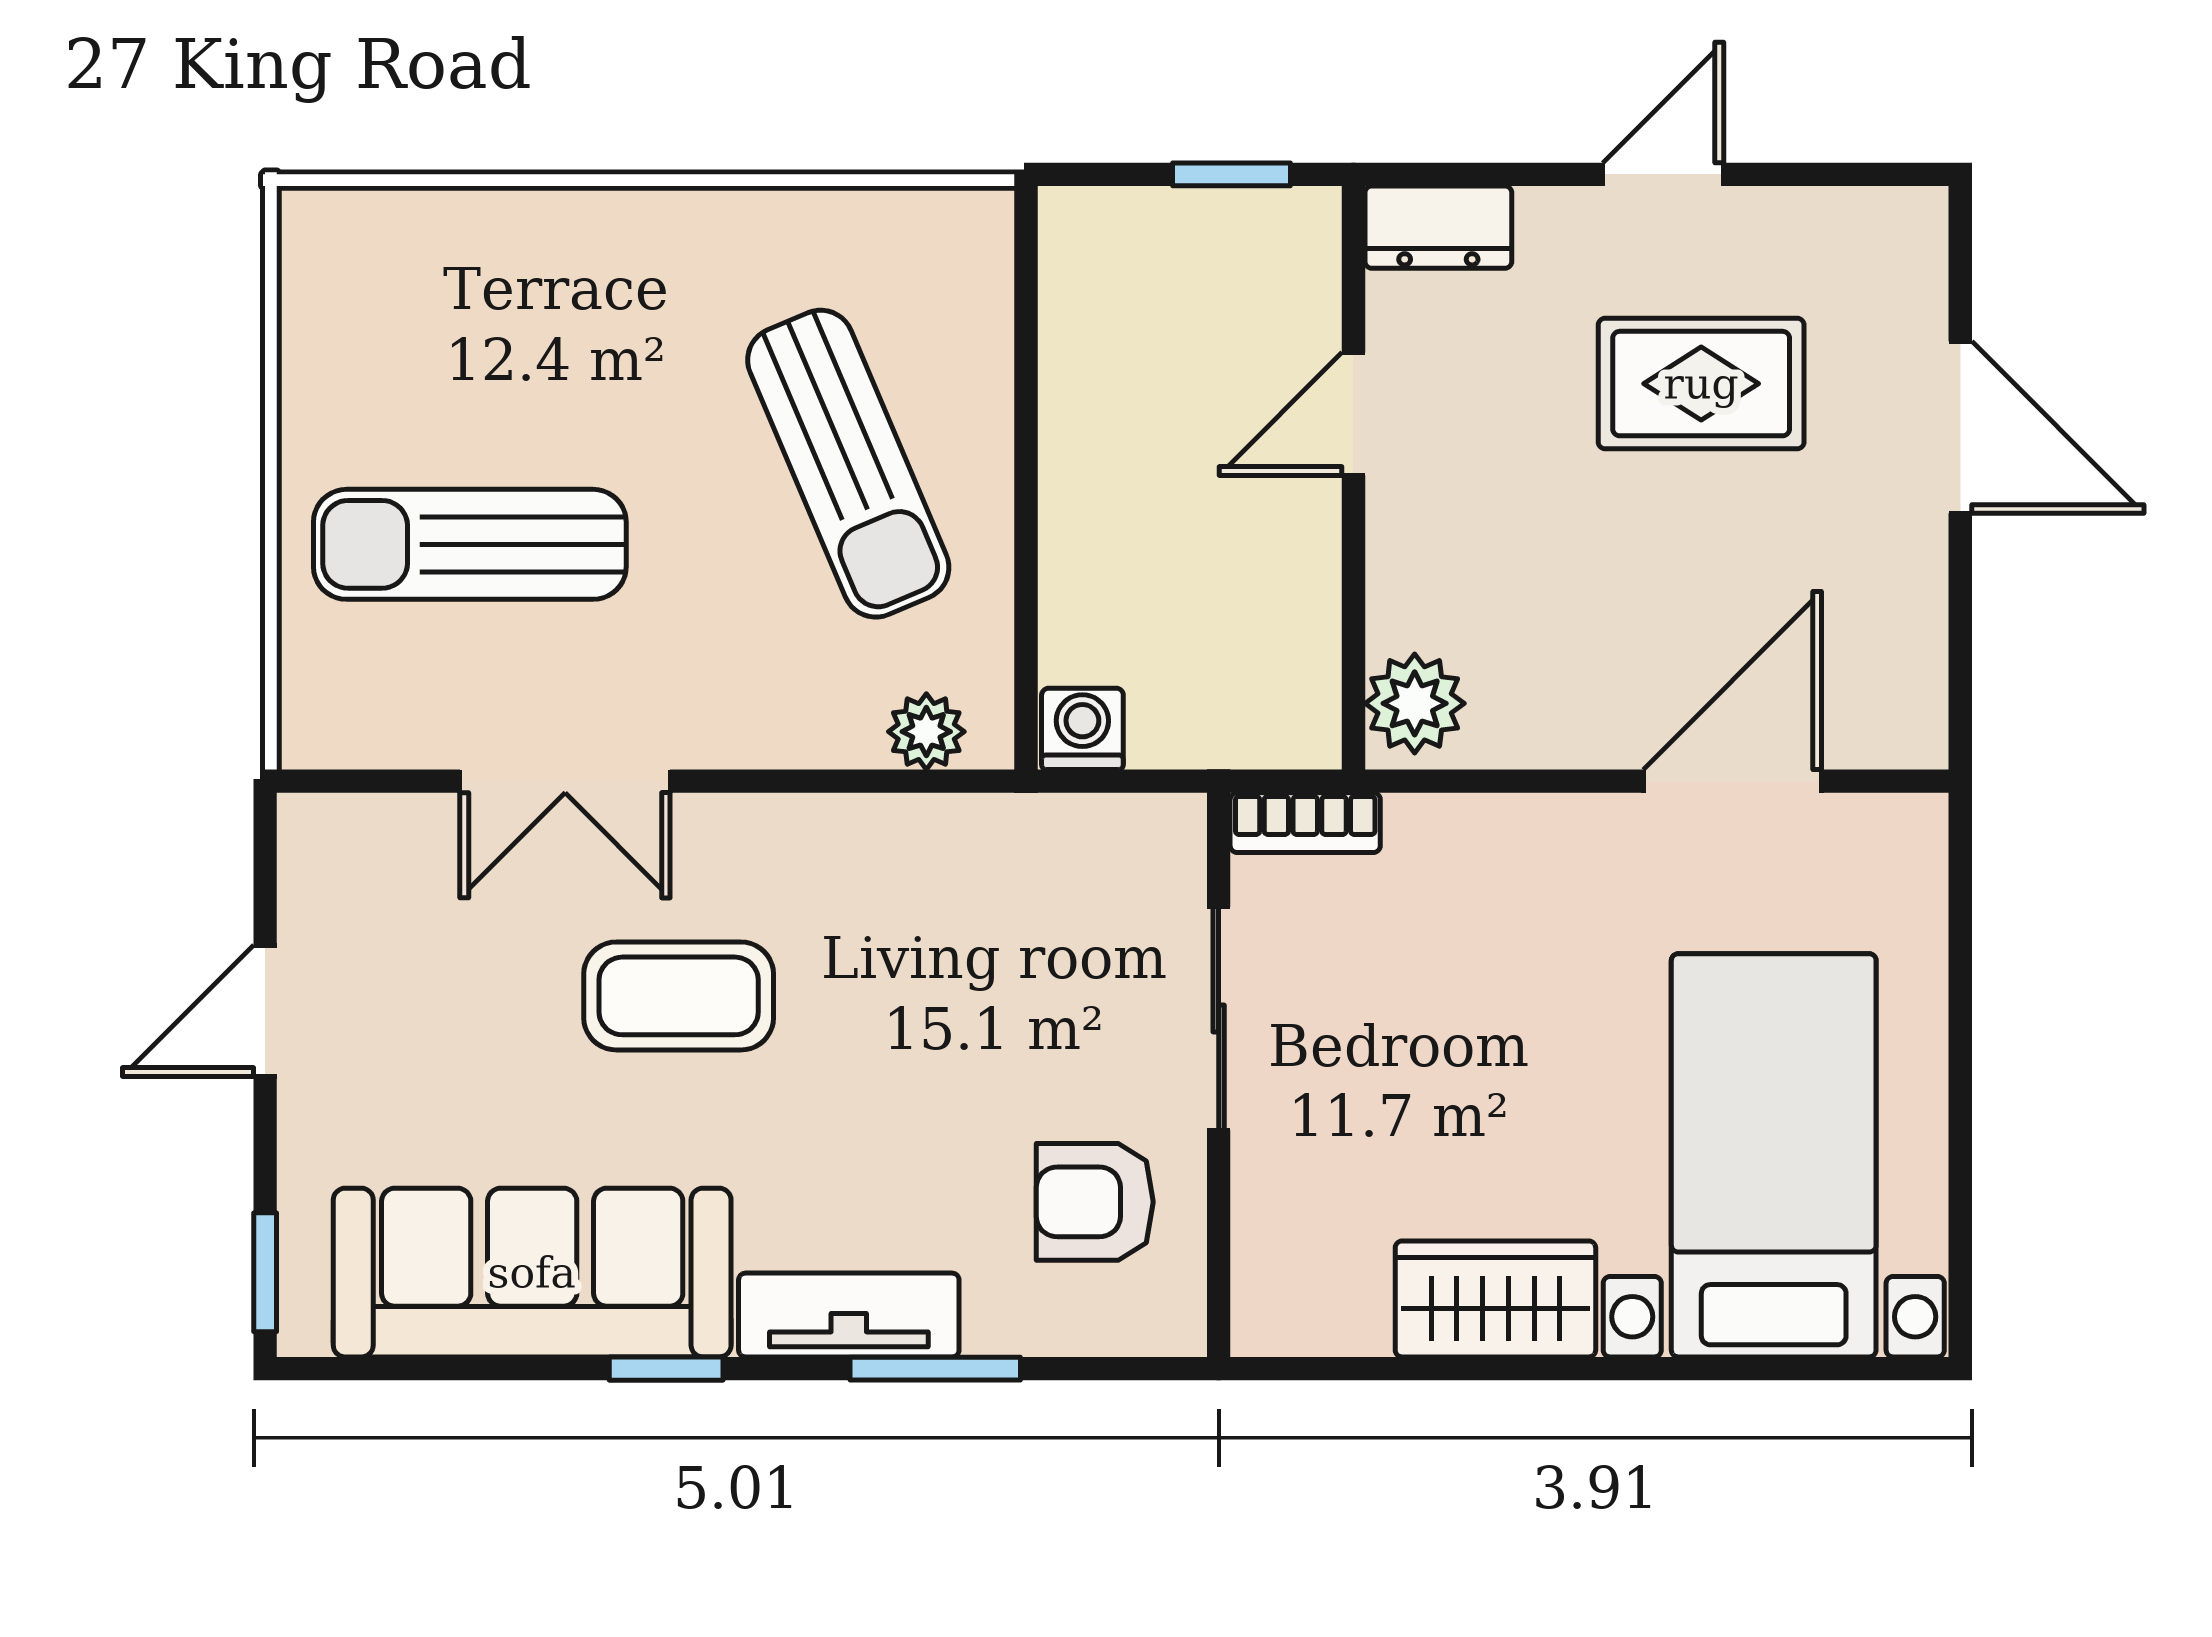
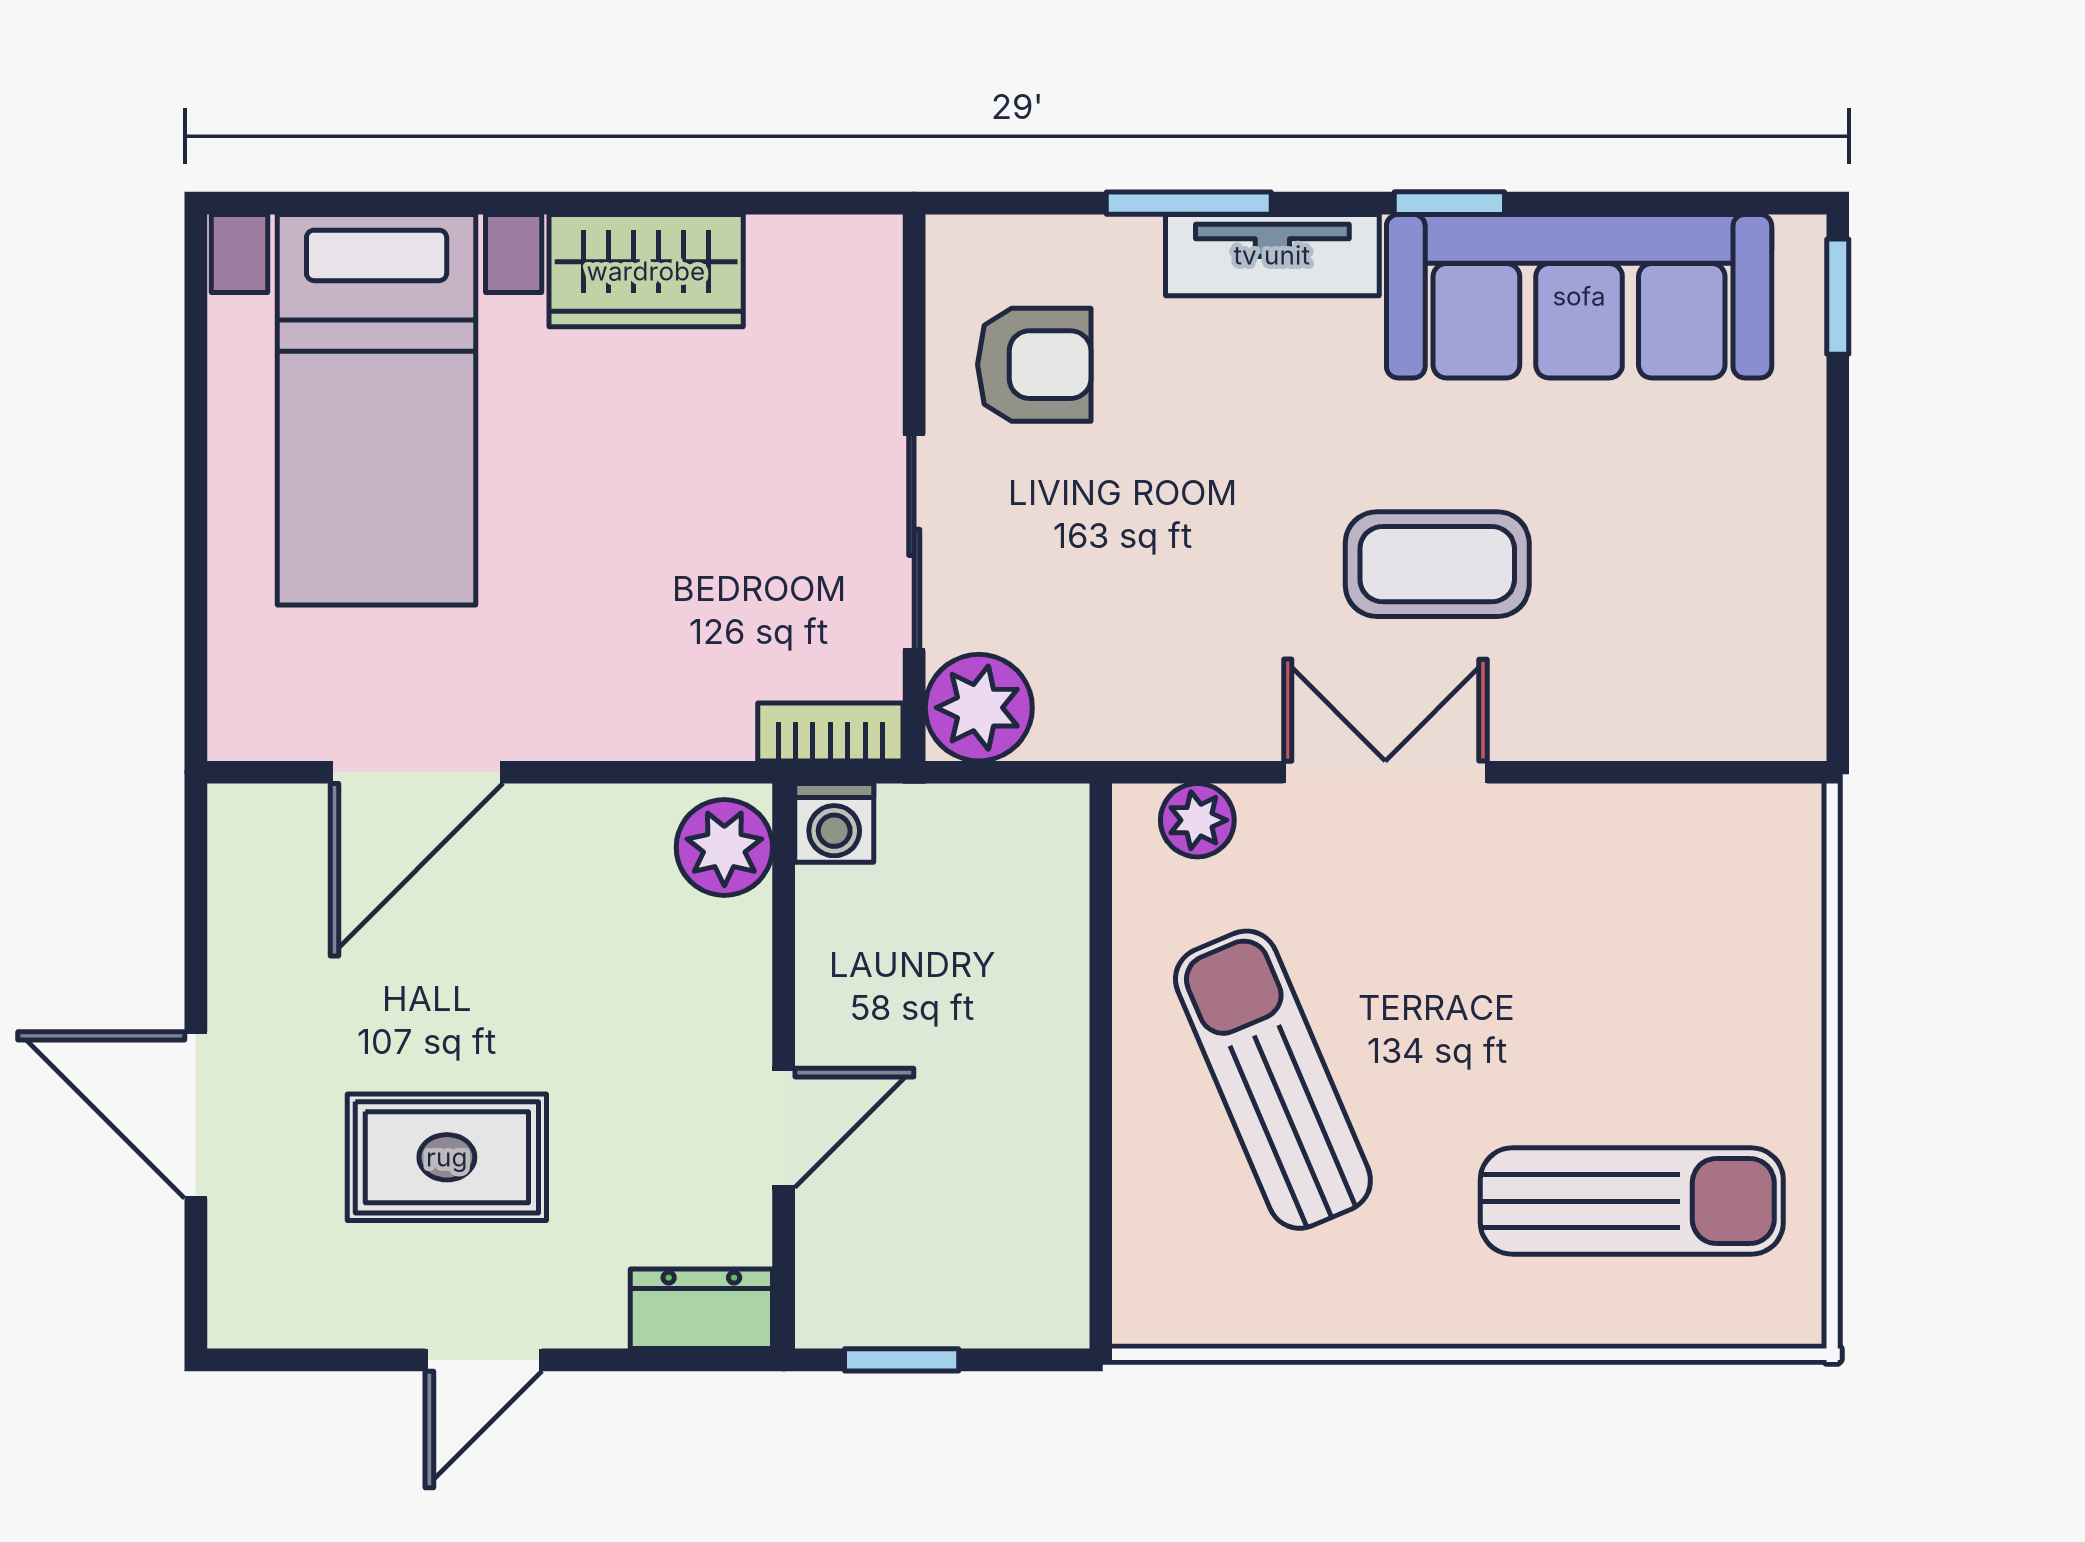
sun lounger: (470, 544) -> (1632, 1201), moved
washing machine: (1082, 729) -> (834, 823), moved
double door: (565, 781) -> (1385, 772), moved
plant: (1152, 848) -> (979, 708), added
door: (265, 1011) -> (1838, 550), removed

